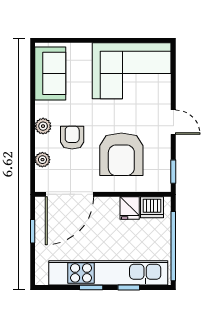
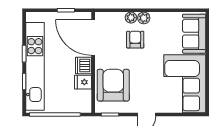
sofa: (50, 73) -> (194, 34), moved, turned 90
armchair: (72, 138) -> (135, 40), turned -90
armchair: (121, 154) -> (113, 85), moved, turned 90
plant: (42, 160) -> (131, 18), moved
dishwasher: (152, 207) -> (84, 66), moved

